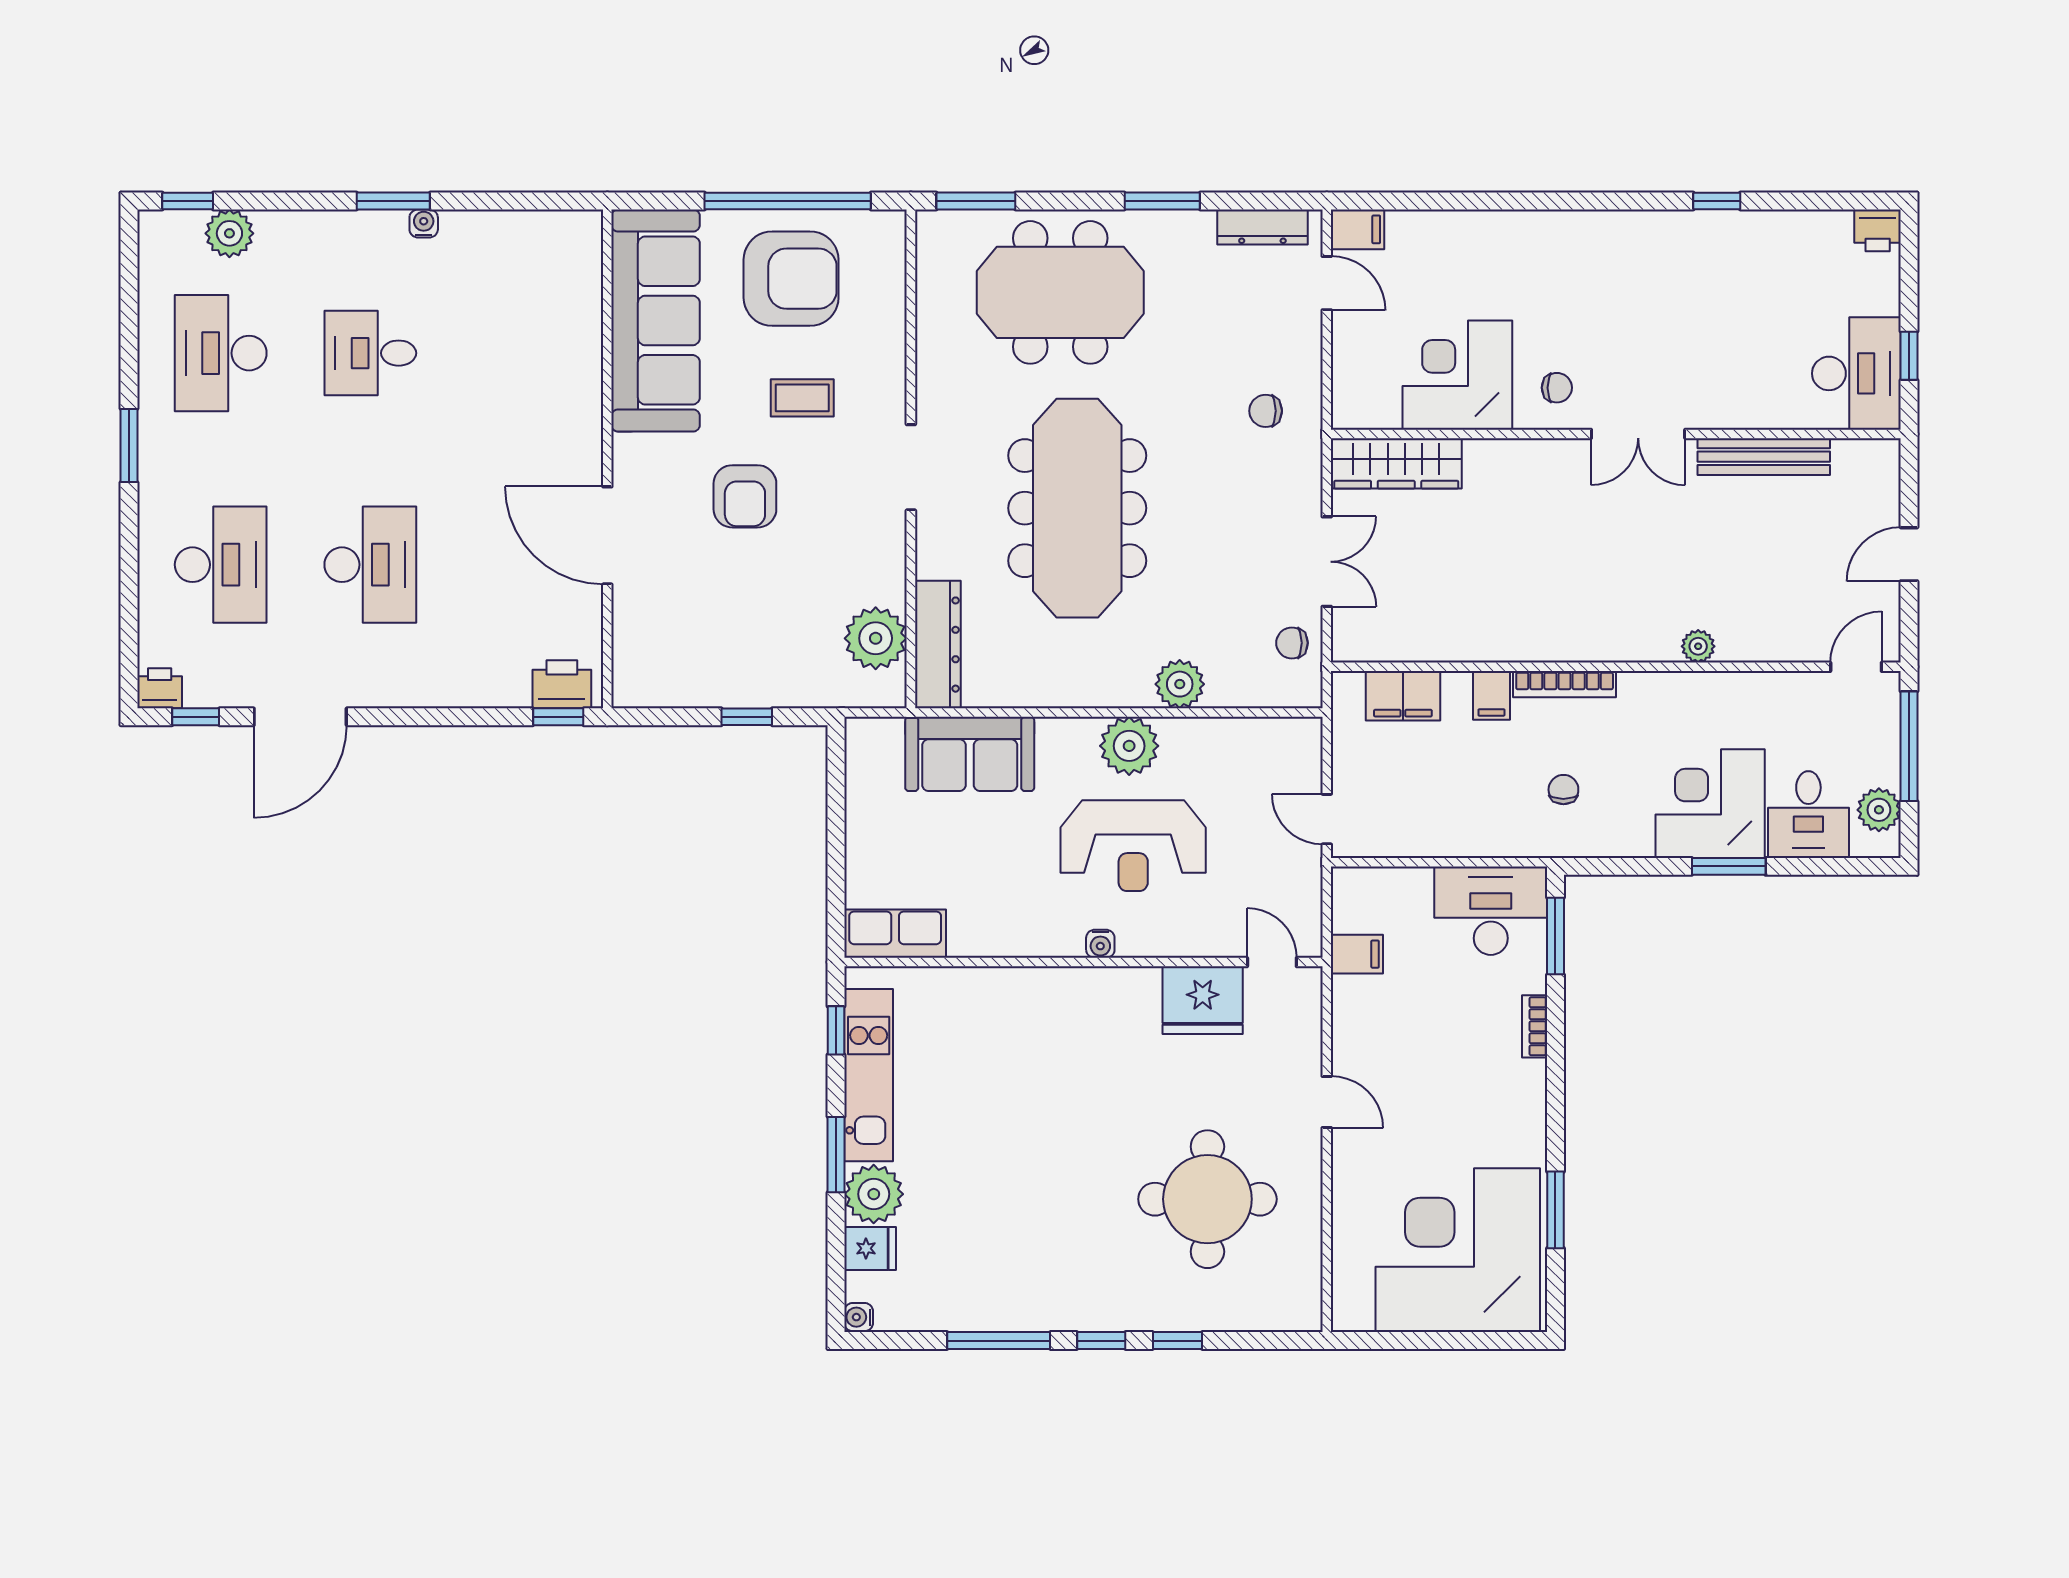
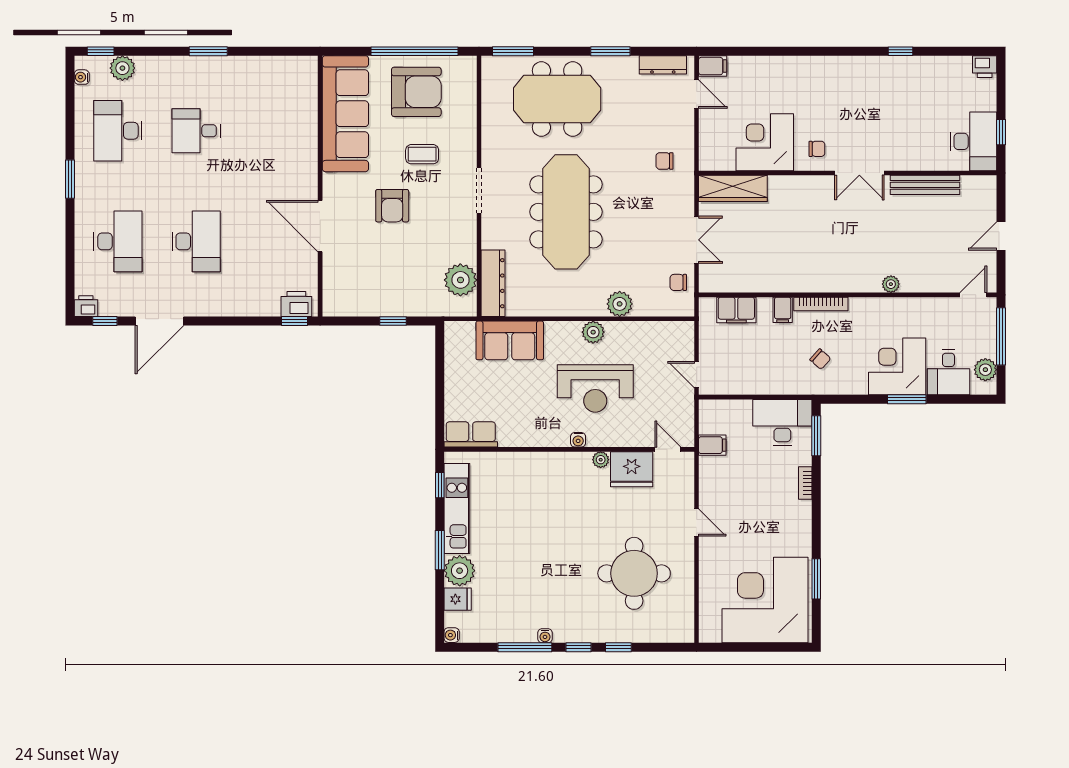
water cooler: (424, 223) -> (82, 77), moved, turned -90
plant: (1129, 746) -> (593, 332), width x0.73, depth x0.73
chair: (1563, 790) -> (820, 359), turned 132
plant: (1144, 982) -> (601, 460), added
water cooler: (1037, 1318) -> (545, 636), added

